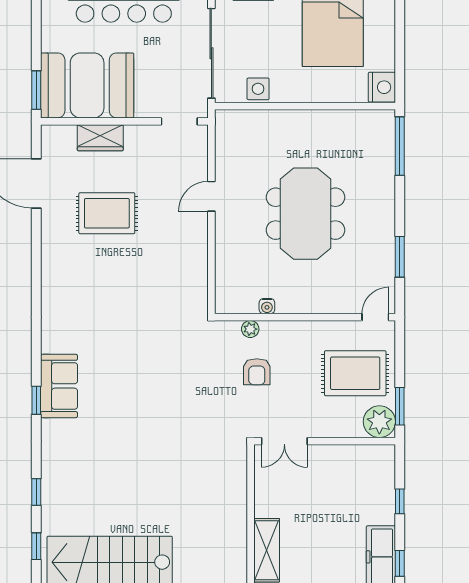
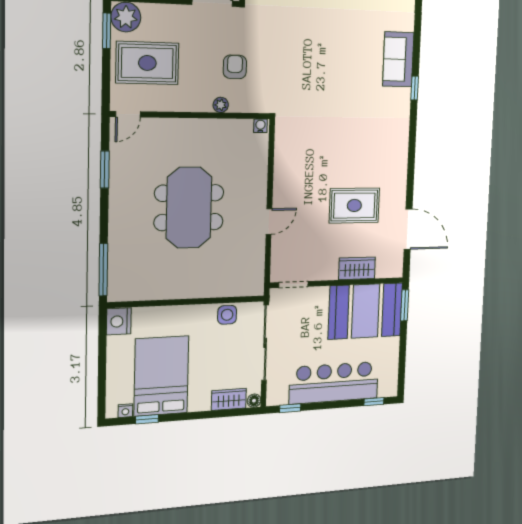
water cooler: (267, 306) -> (260, 126), moved
plant: (250, 329) -> (221, 105), moved
window: (36, 400) -> (415, 88), moved

